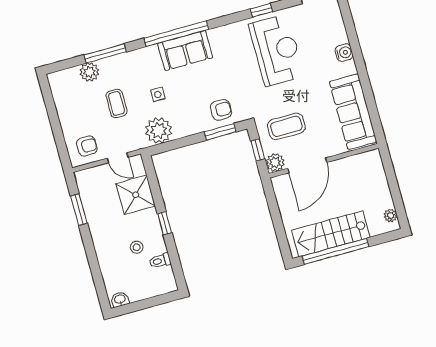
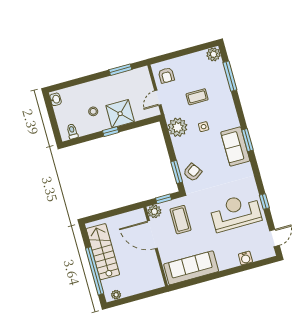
window: (176, 34) -> (247, 140), width x0.47
reception desk: (276, 50) -> (236, 212), turned 180
window: (105, 53) -> (230, 76), moved
water cooler: (344, 53) -> (245, 258), moved
plant: (89, 72) -> (213, 54), moved
armchair: (221, 110) -> (193, 172), turned -125
shower: (136, 195) -> (120, 114), moved
window: (335, 251) -> (95, 271), moved
toilet: (160, 261) -> (72, 131), moved

